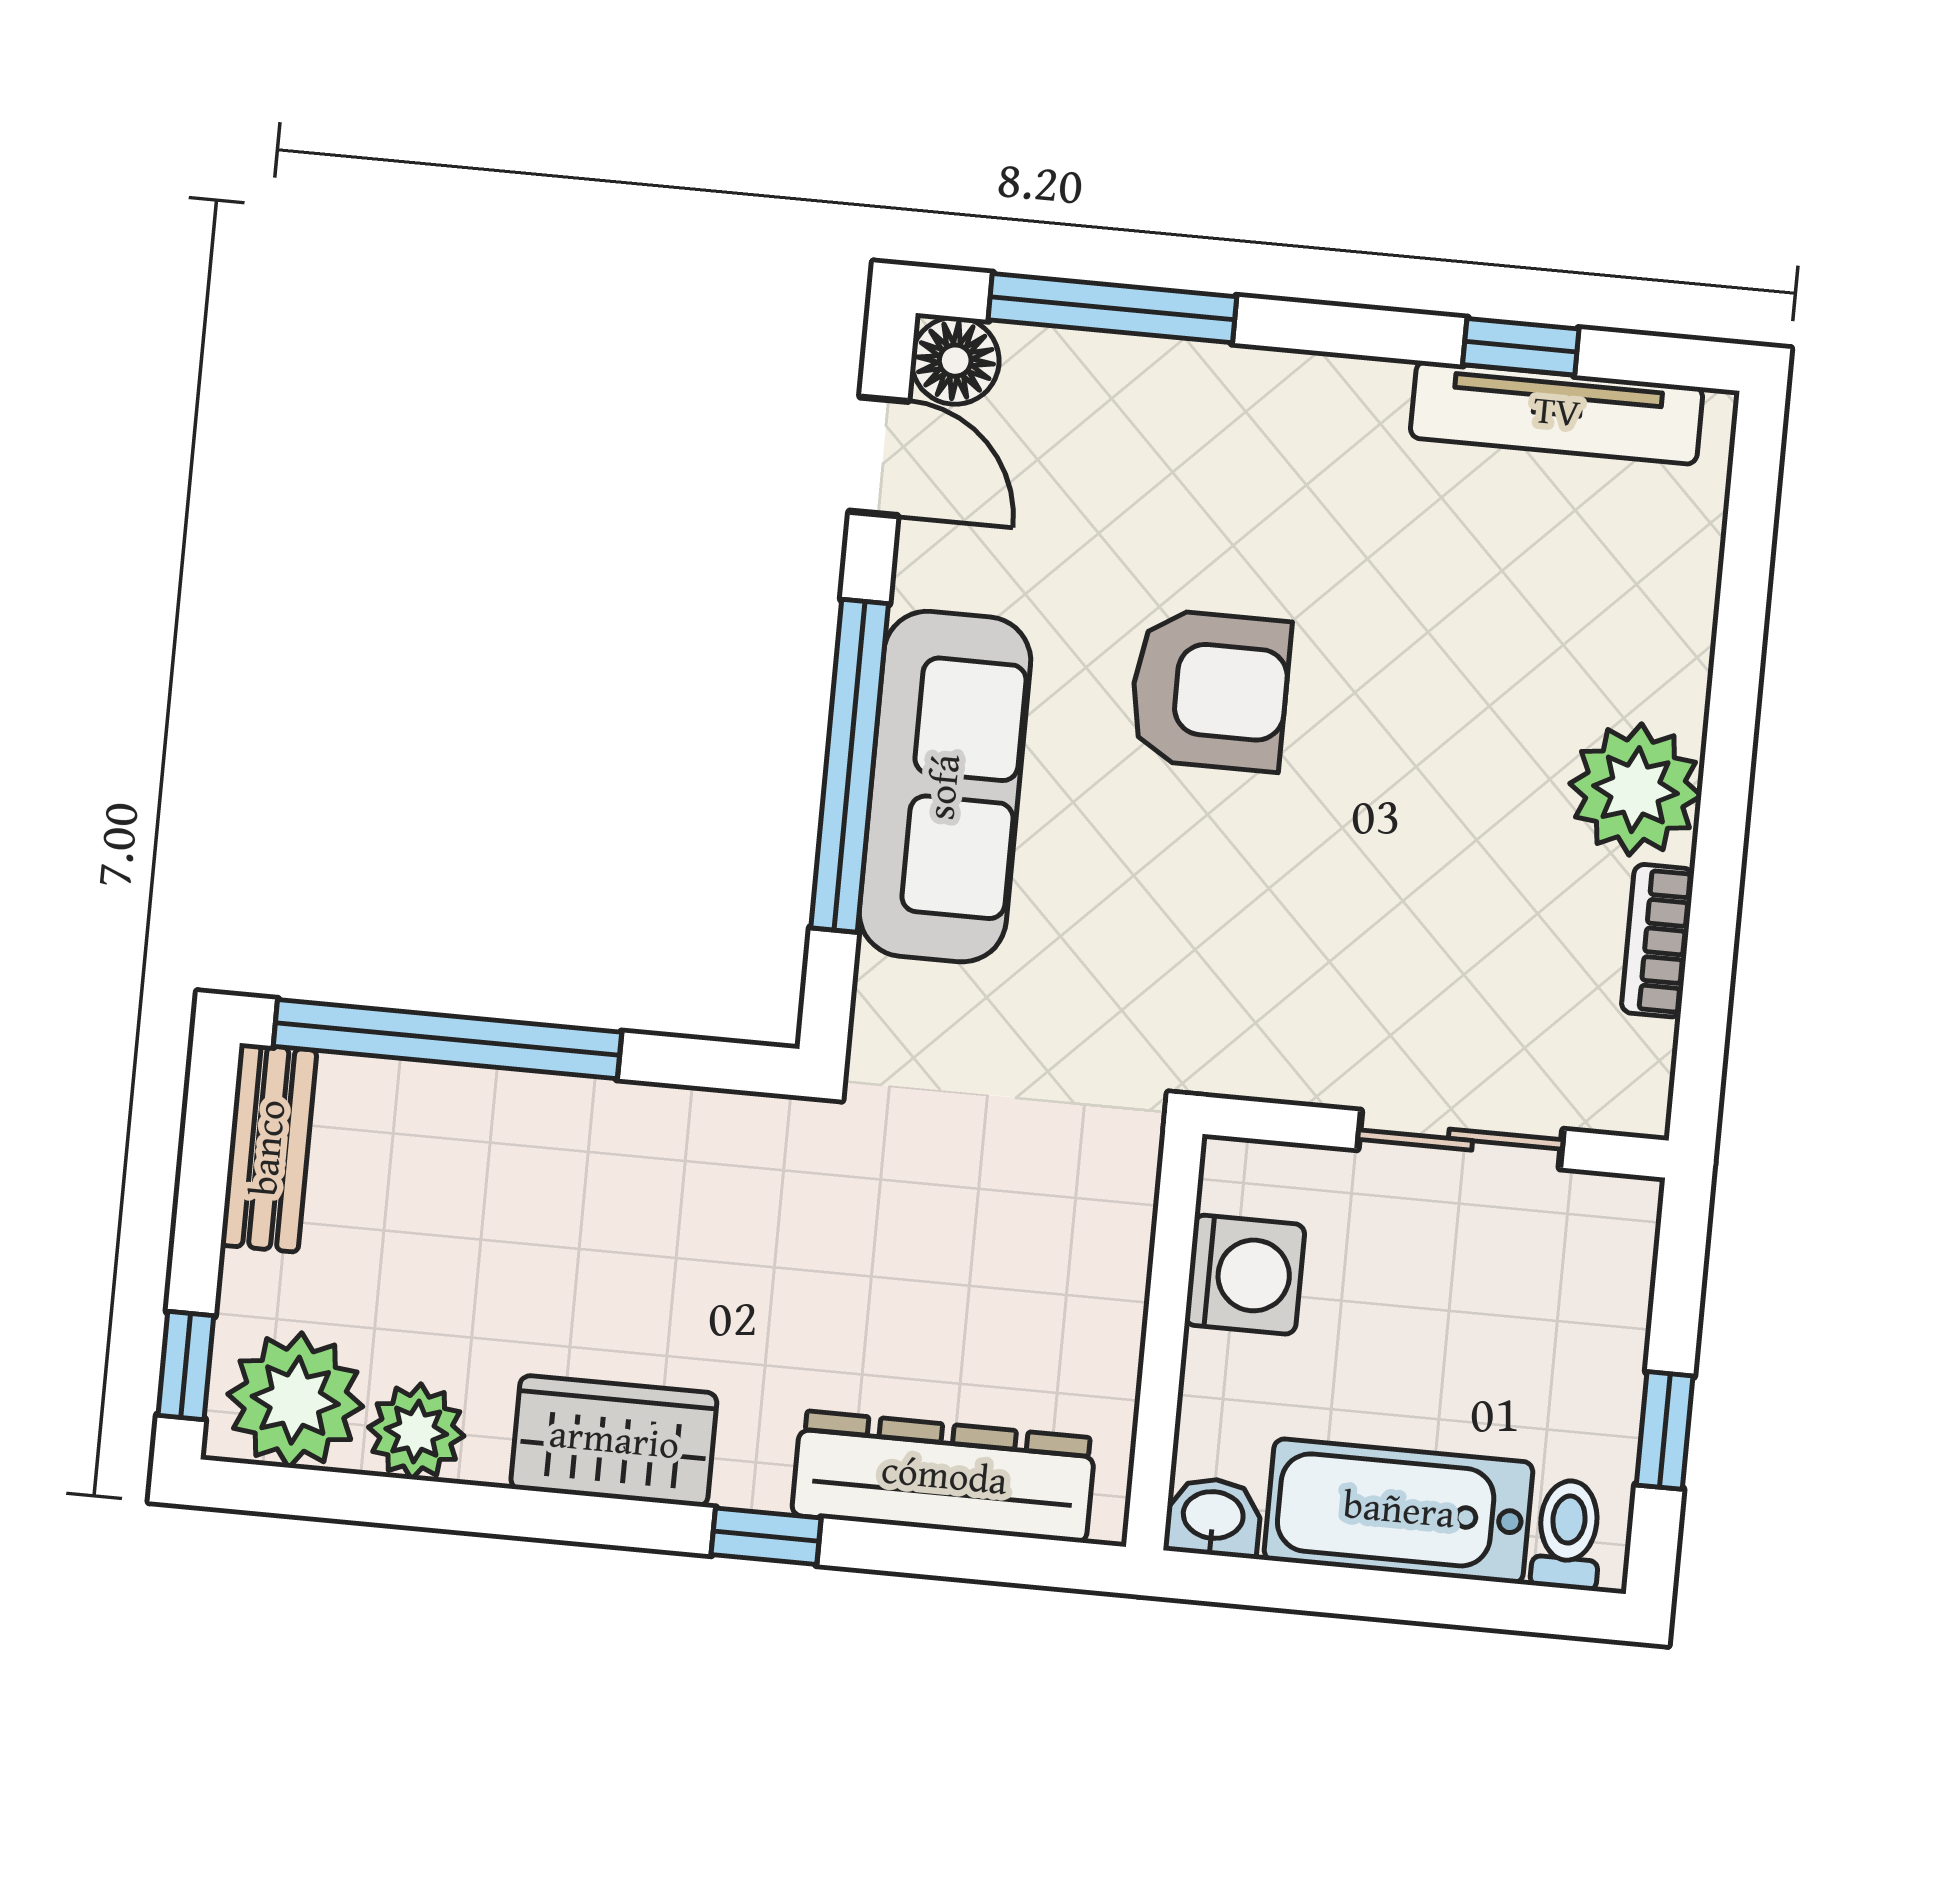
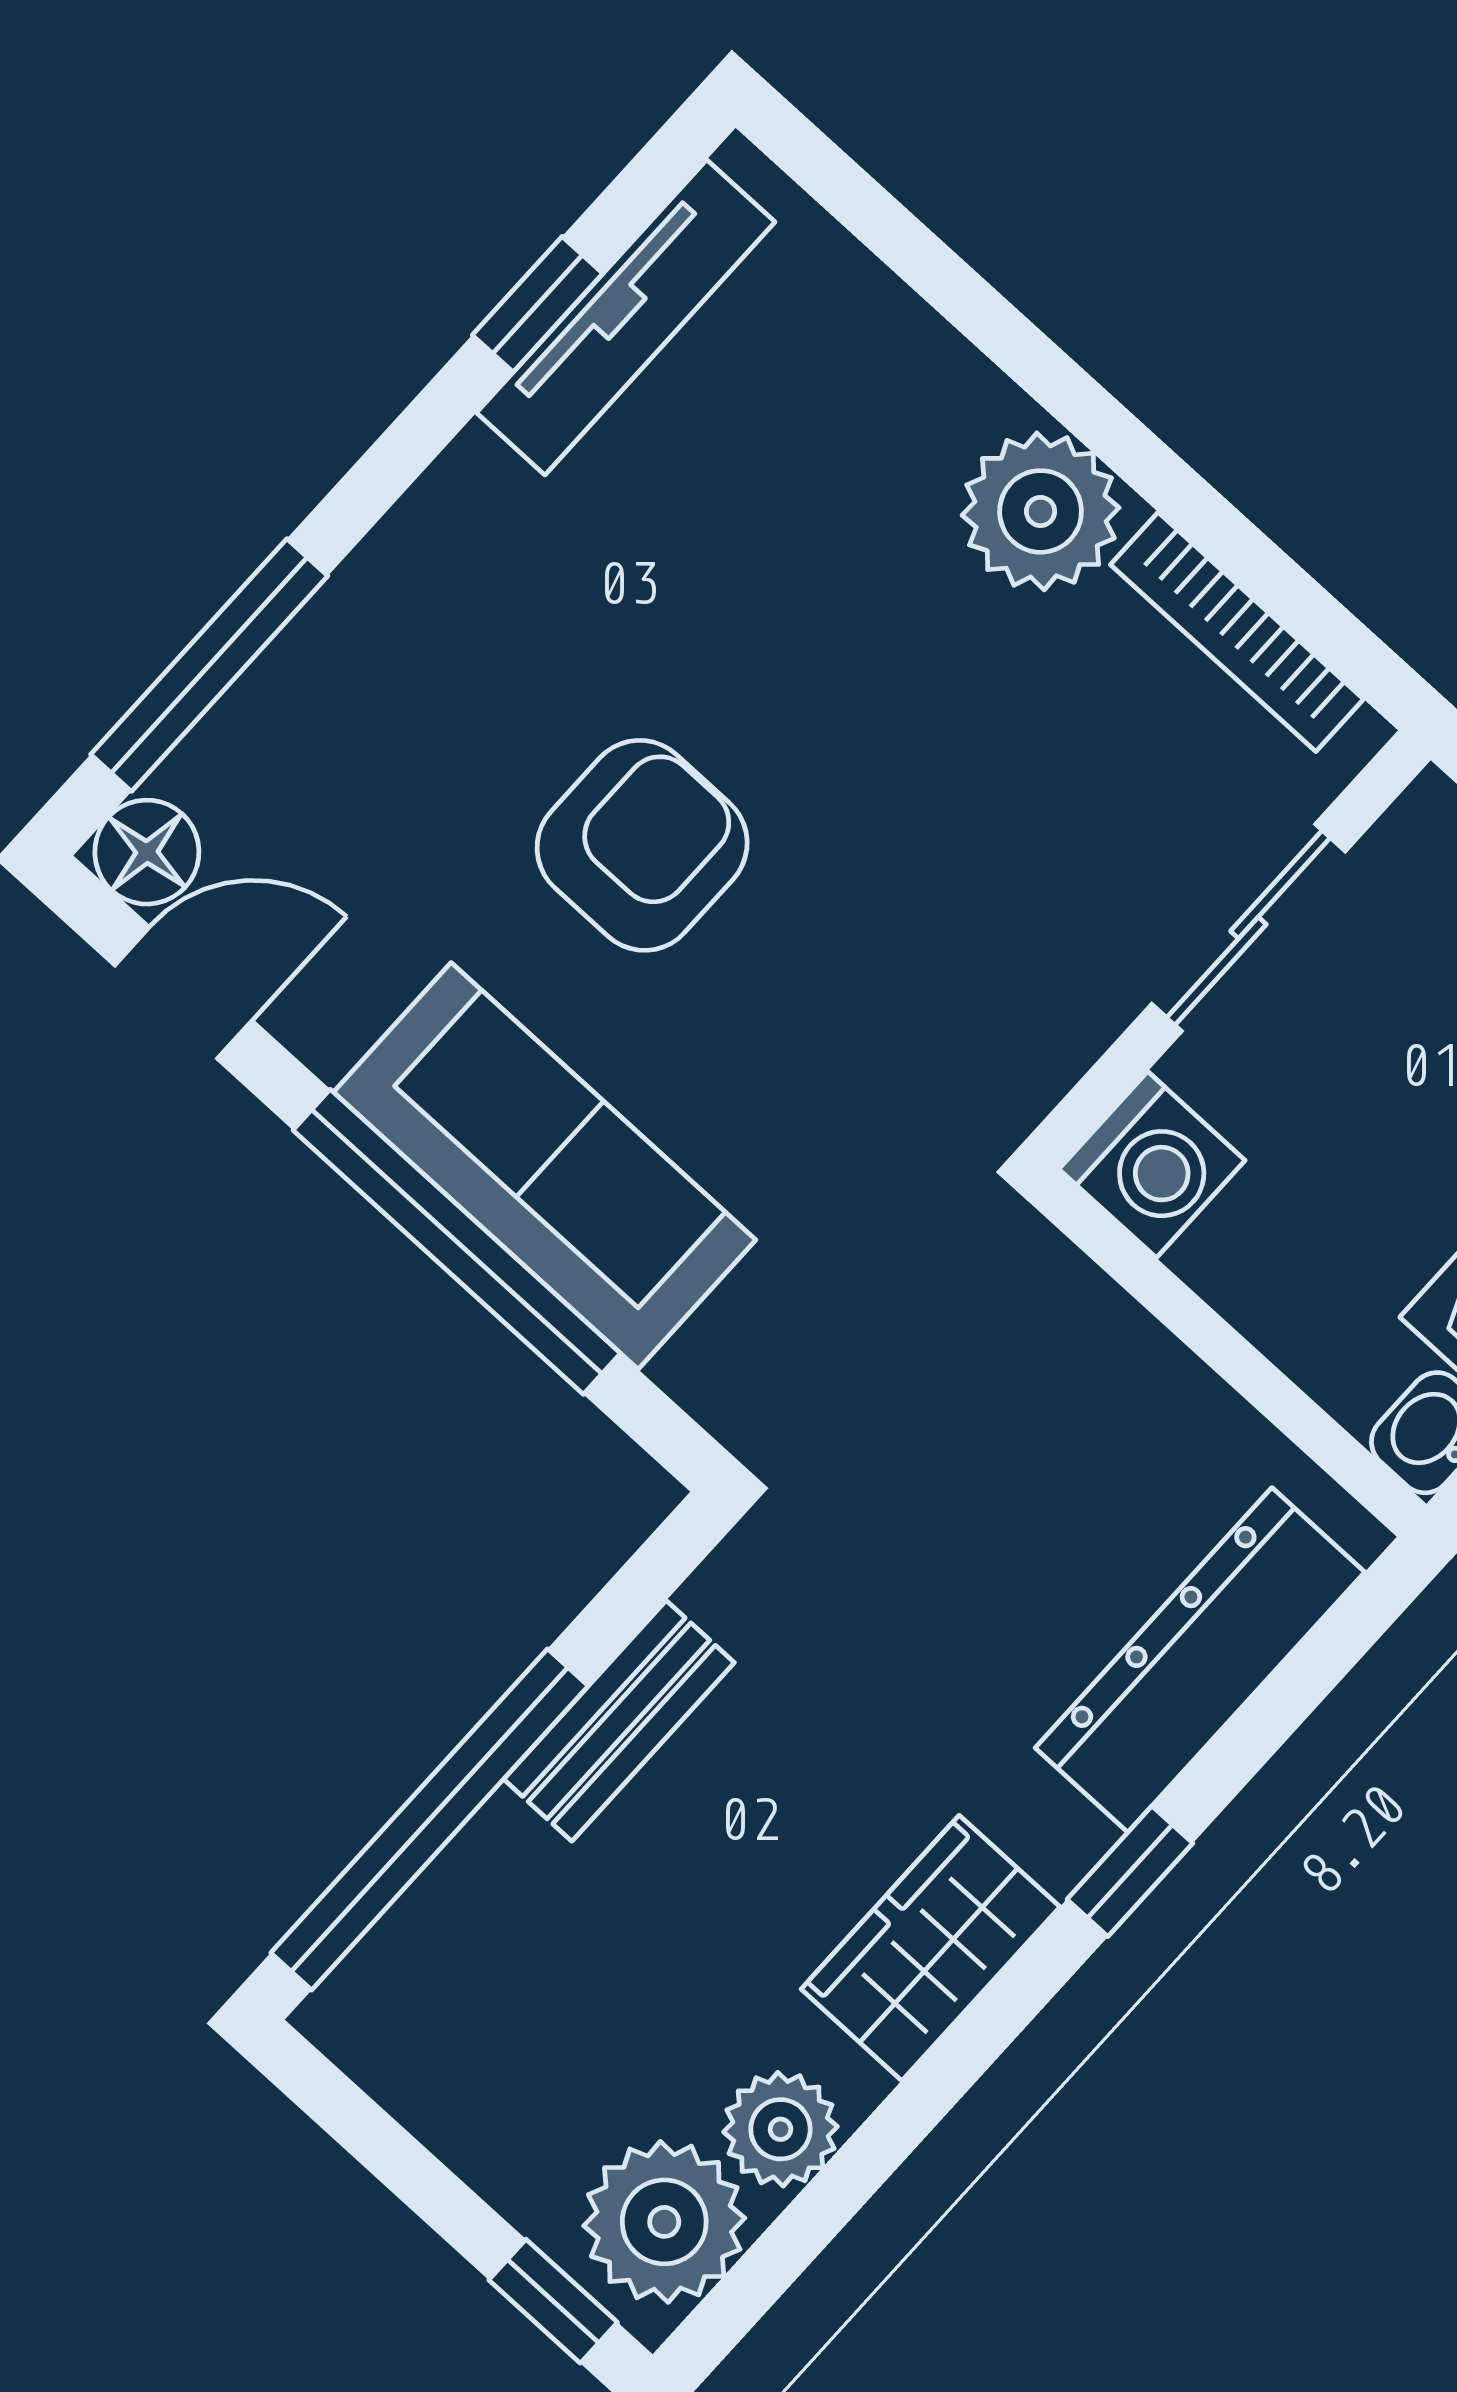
bookcase: (1658, 941) -> (1237, 632), width x1.56
bench: (269, 1148) -> (619, 1721), moved, turned 90
washing machine: (1245, 1275) -> (1152, 1165), moved, turned 90

